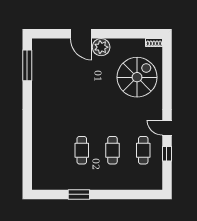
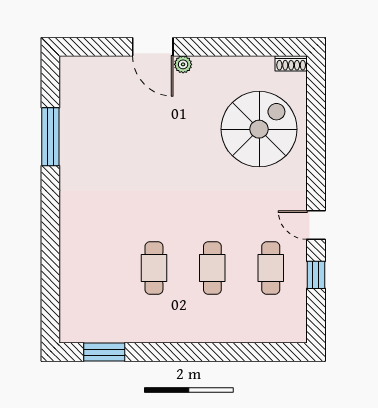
plant: (101, 47) -> (183, 64), width x0.53, depth x0.53
window: (27, 65) -> (50, 137), moved
window: (79, 194) -> (104, 352), moved

